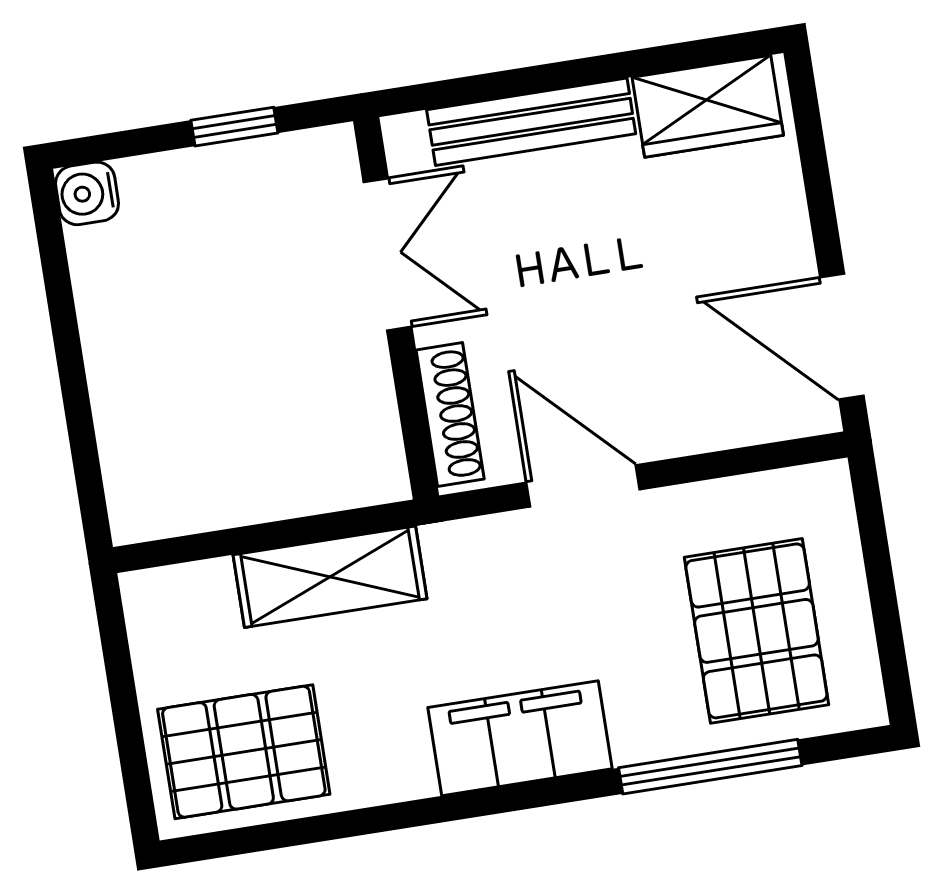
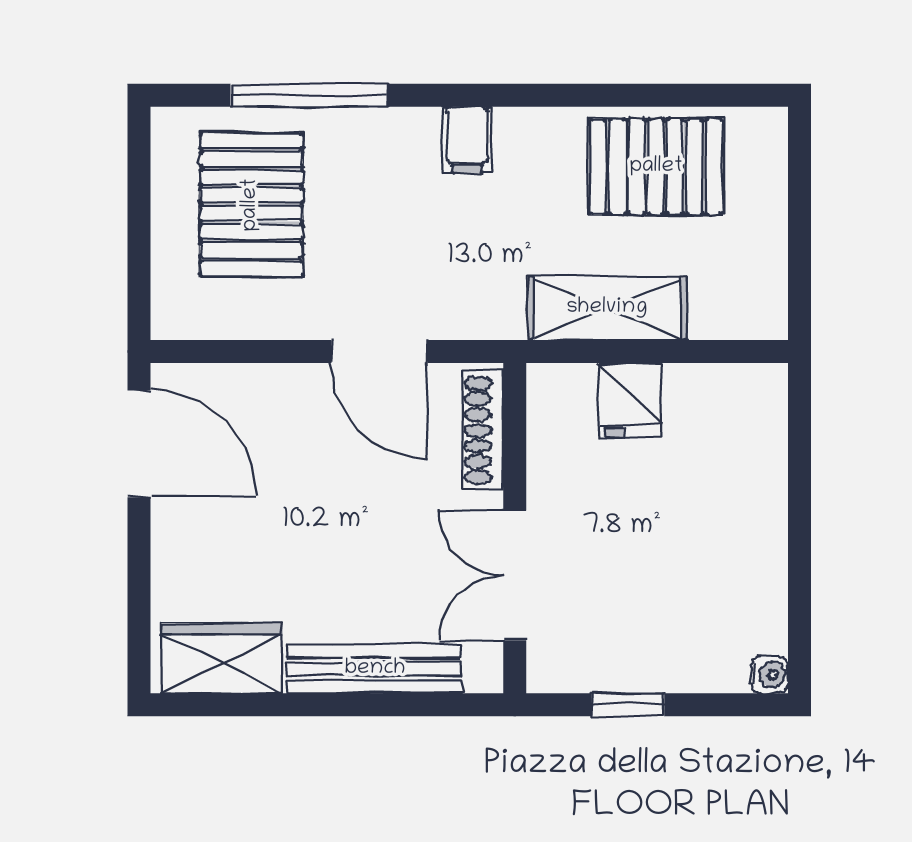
water cooler: (87, 193) -> (770, 675), width x0.72, depth x0.72
fridge: (287, 476) -> (630, 400), added
filing cabinet: (520, 738) -> (467, 140), width x0.33, depth x0.86
pallet: (244, 752) -> (656, 167), moved

